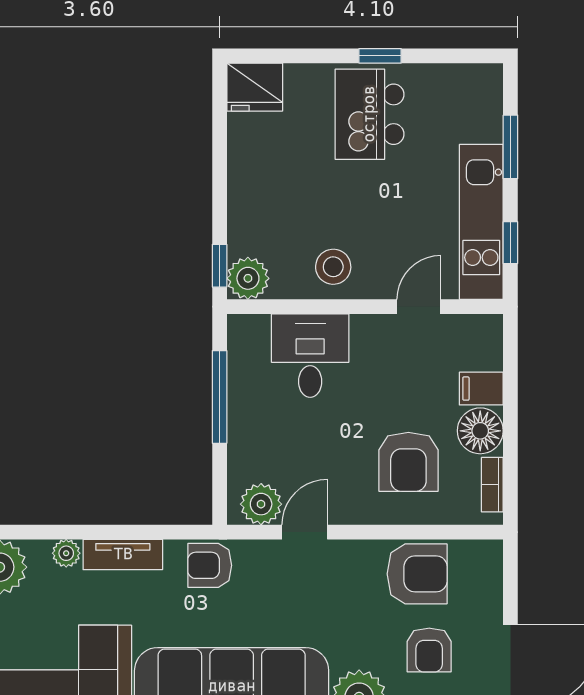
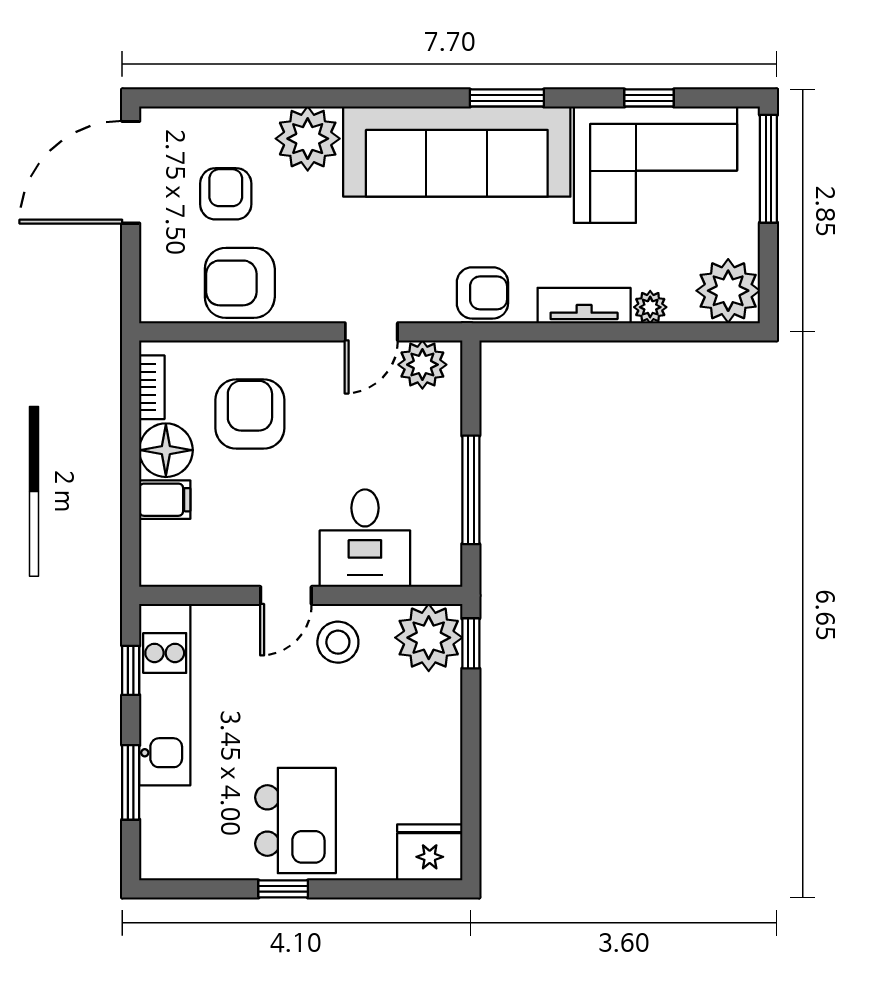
plant: (248, 278) -> (429, 638), width x1.36, depth x1.36
door: (419, 307) -> (286, 595), moved

